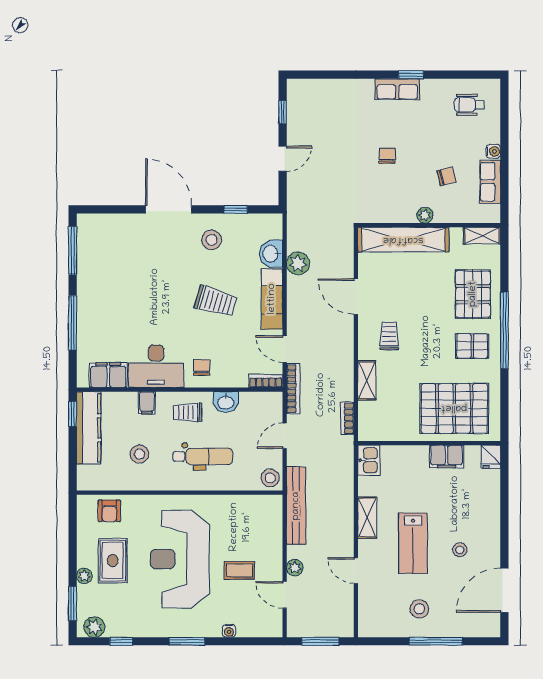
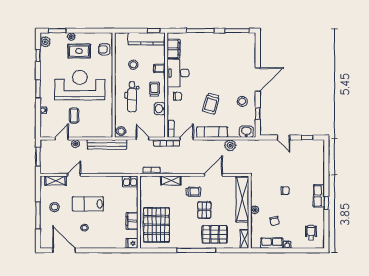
washbasin: (271, 254) -> (246, 132), moved
pallet: (472, 346) -> (204, 210), moved
shelving: (367, 518) -> (56, 181), moved

